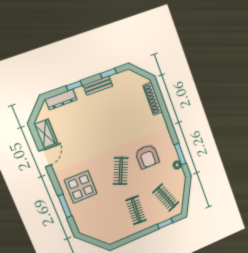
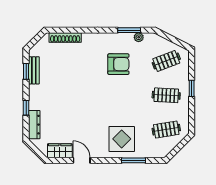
bench: (98, 86) -> (34, 70), moved
clothes rail: (121, 171) -> (166, 130), moved, turned -33
window: (165, 223) -> (192, 88), moved

